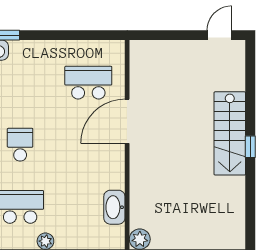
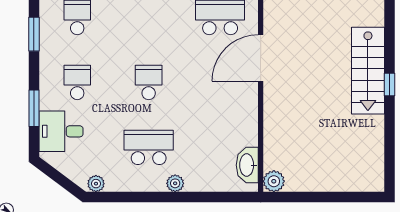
washbasin: (114, 207) -> (247, 165), moved

